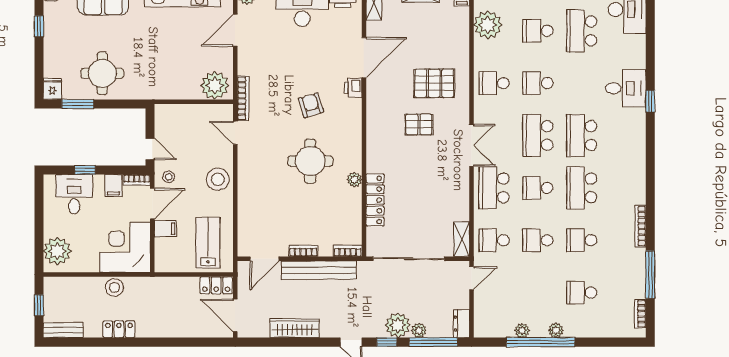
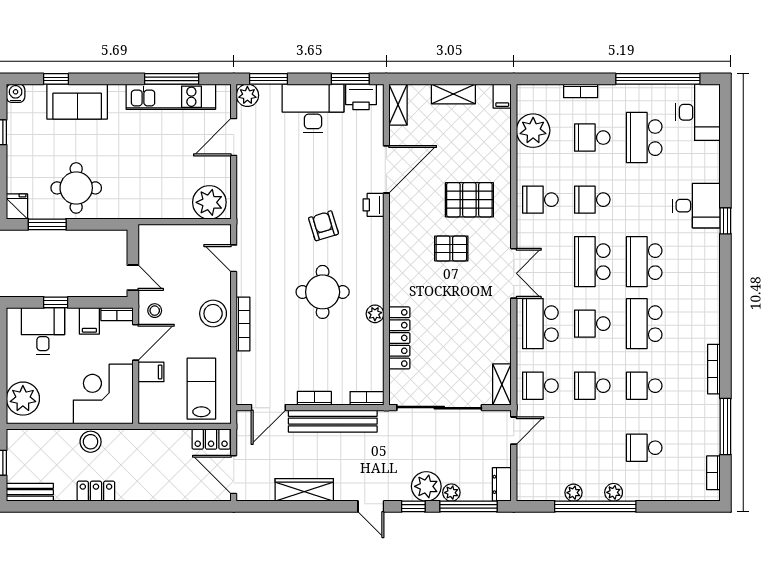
bookcase: (243, 98) -> (243, 324), moved

